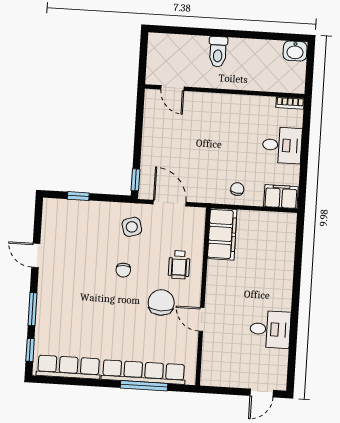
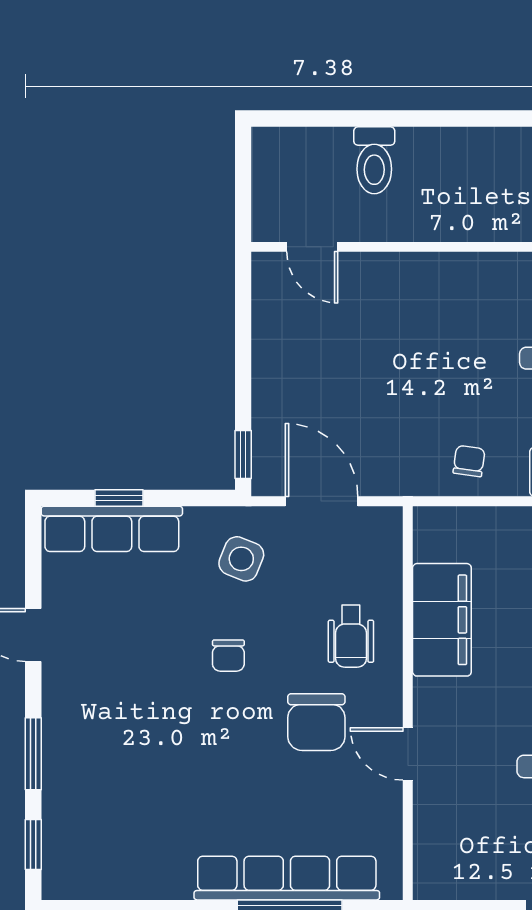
toilet: (218, 52) -> (374, 160), moved
side table: (132, 227) -> (241, 559), turned 38
filing cabinet: (222, 234) -> (442, 620), moved
chair: (161, 303) -> (316, 722), turned 180
row of seats: (68, 367) -> (112, 529), moved, turned 180

